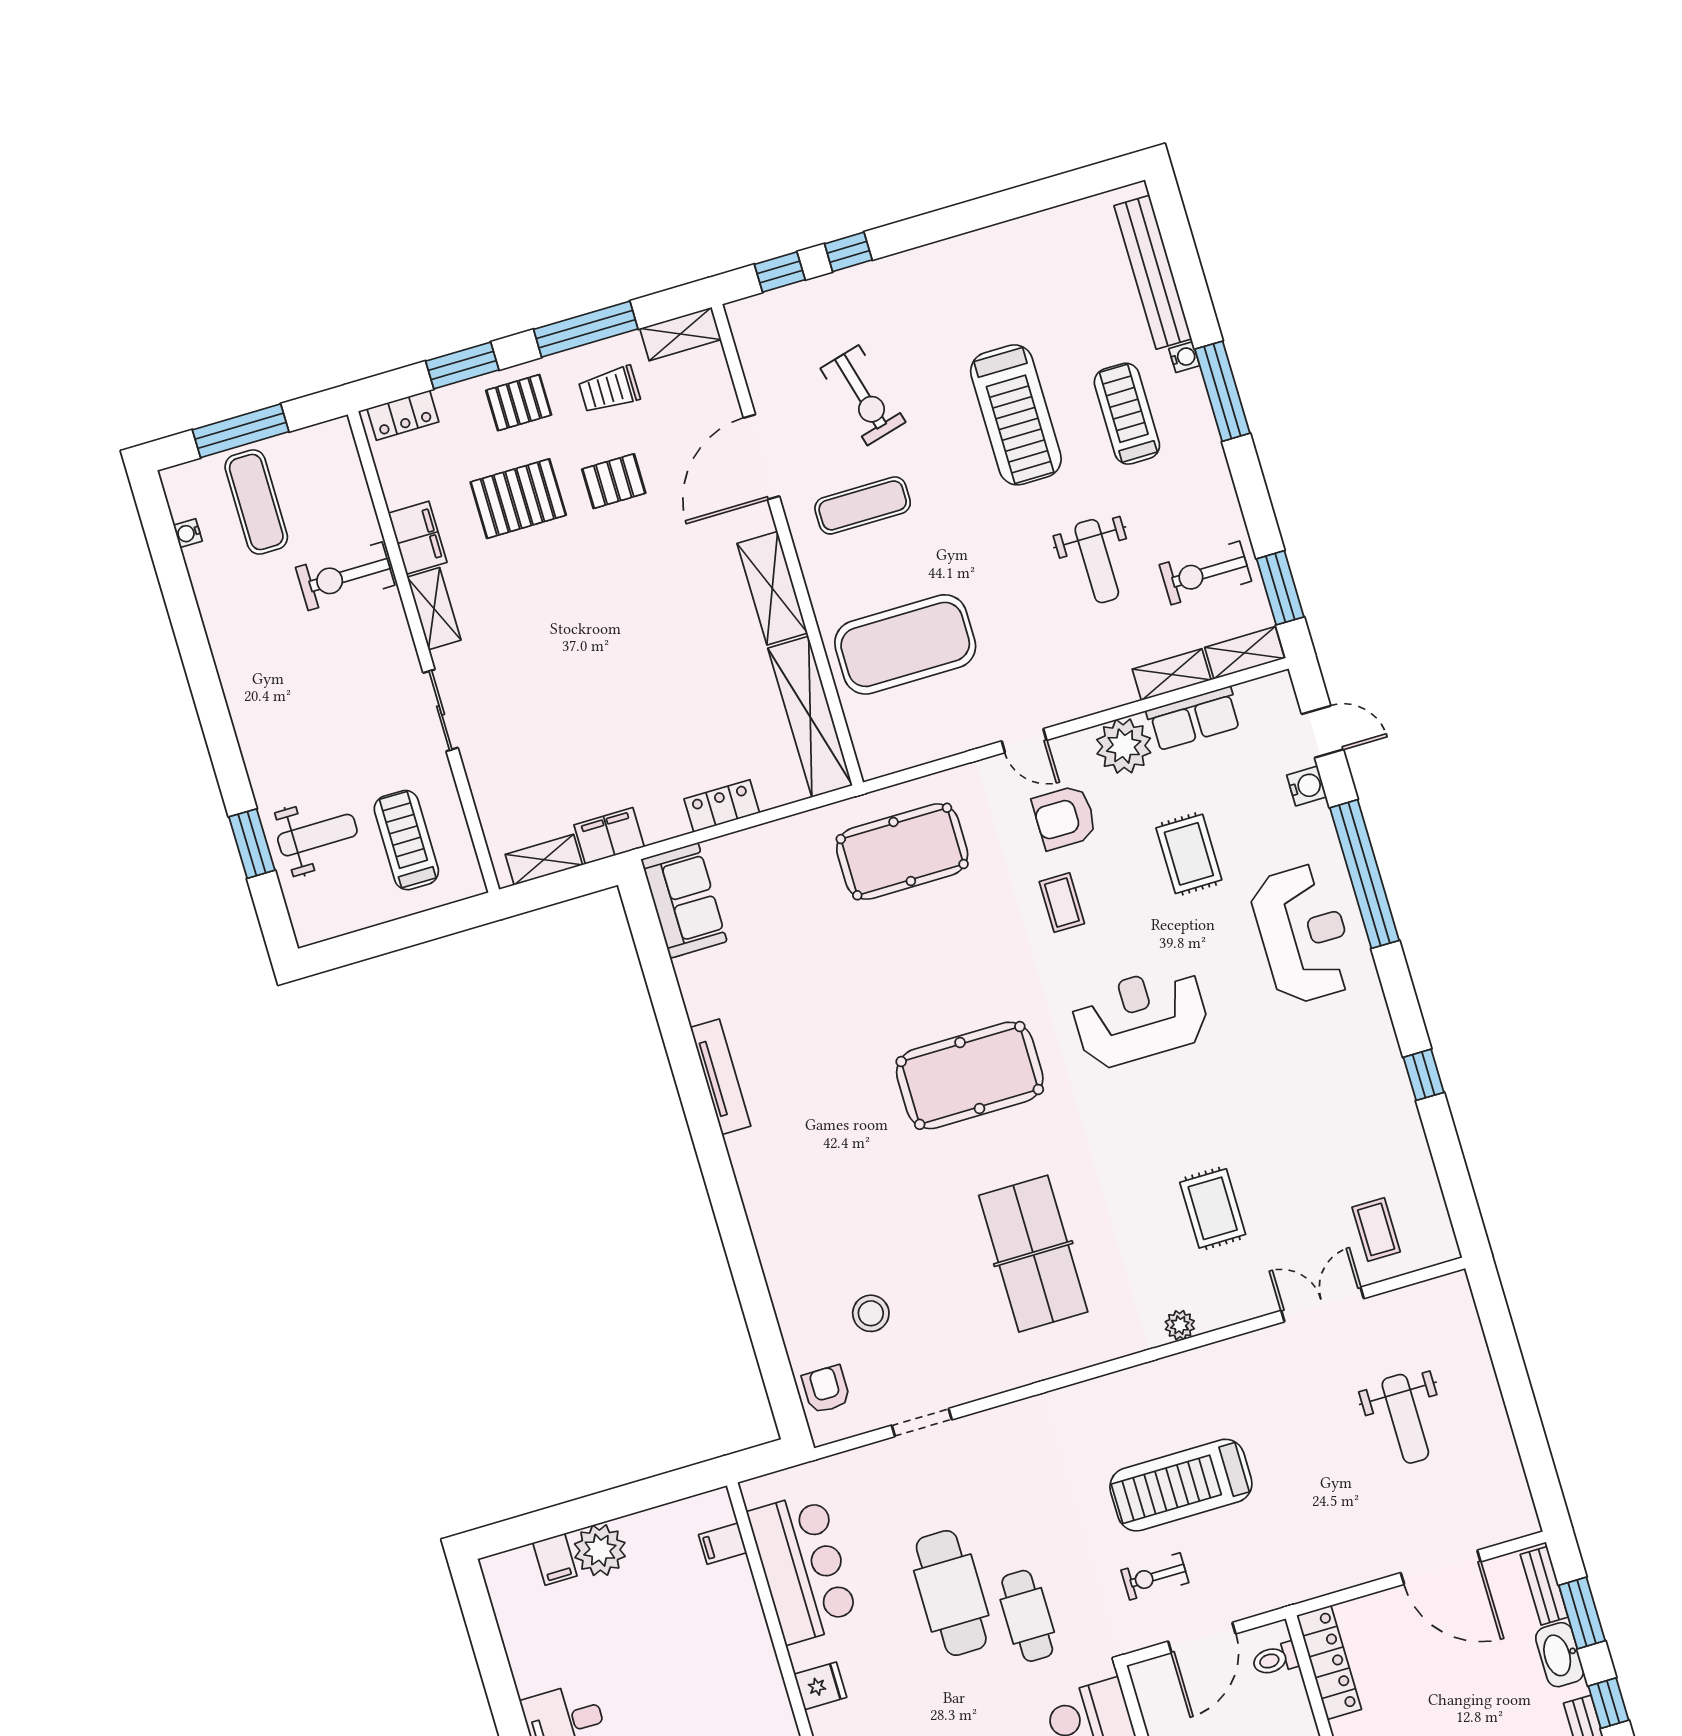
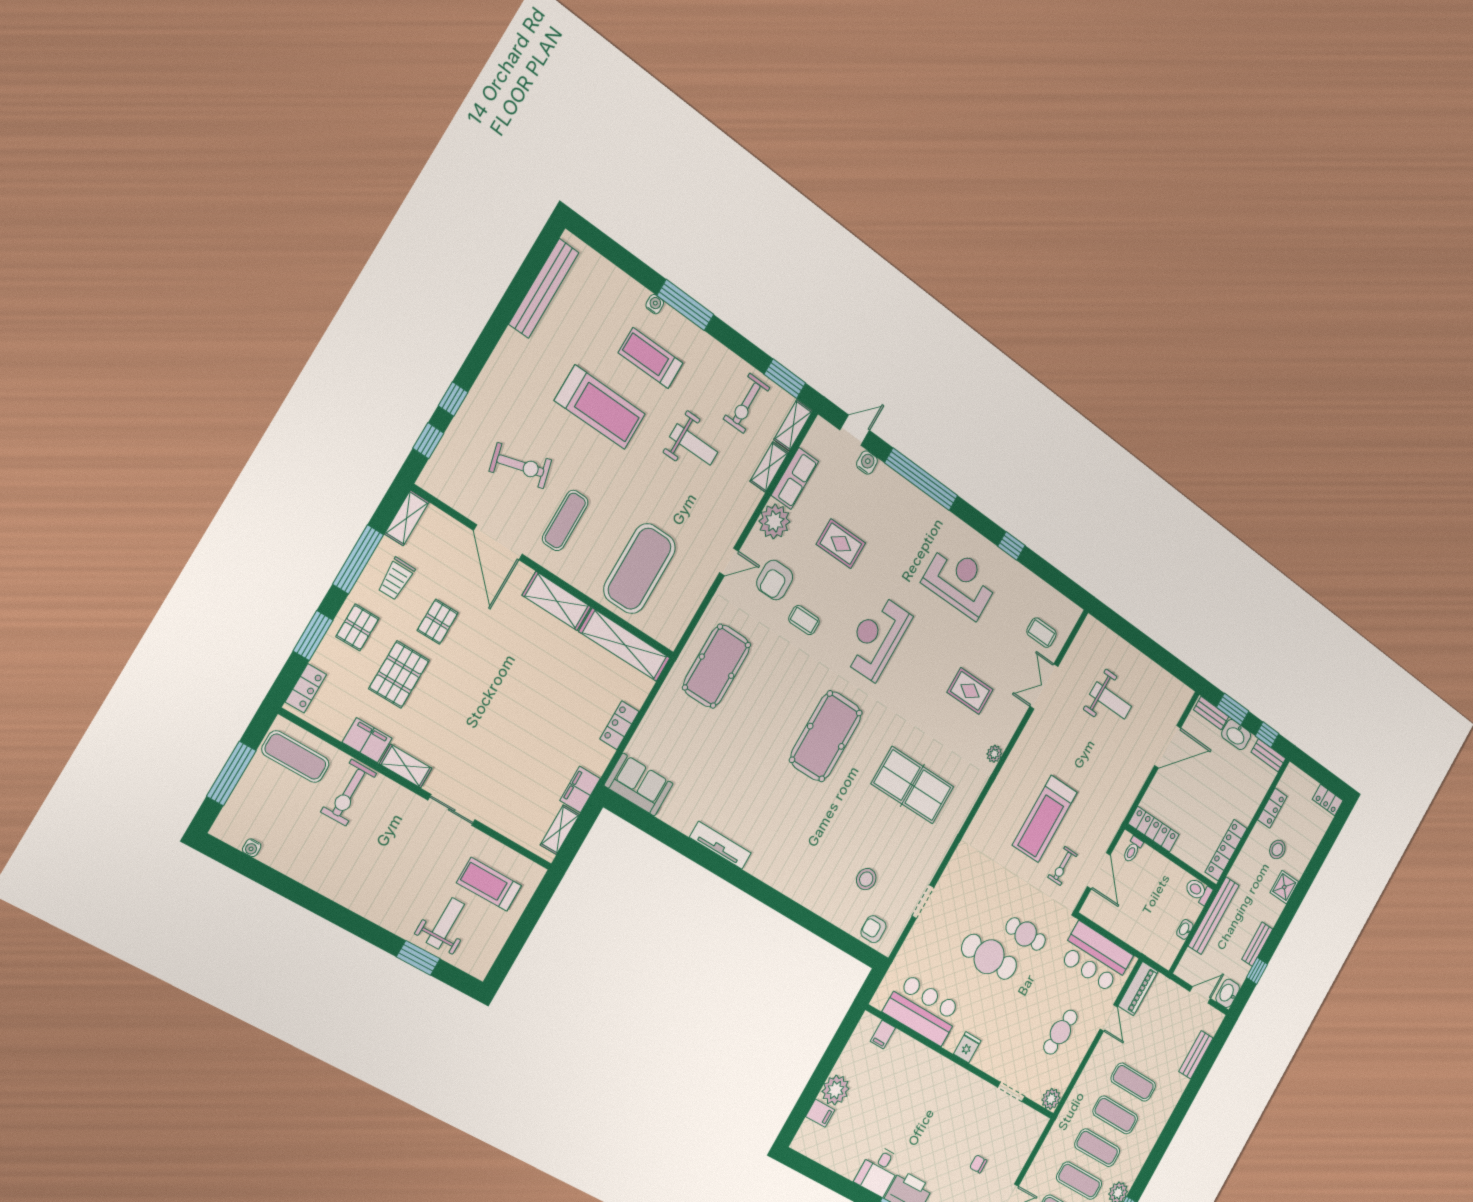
bench: (1153, 272) -> (544, 288), moved, turned 90
exercise mat: (256, 502) -> (295, 757), moved
reception desk: (1303, 934) -> (960, 581), moved

